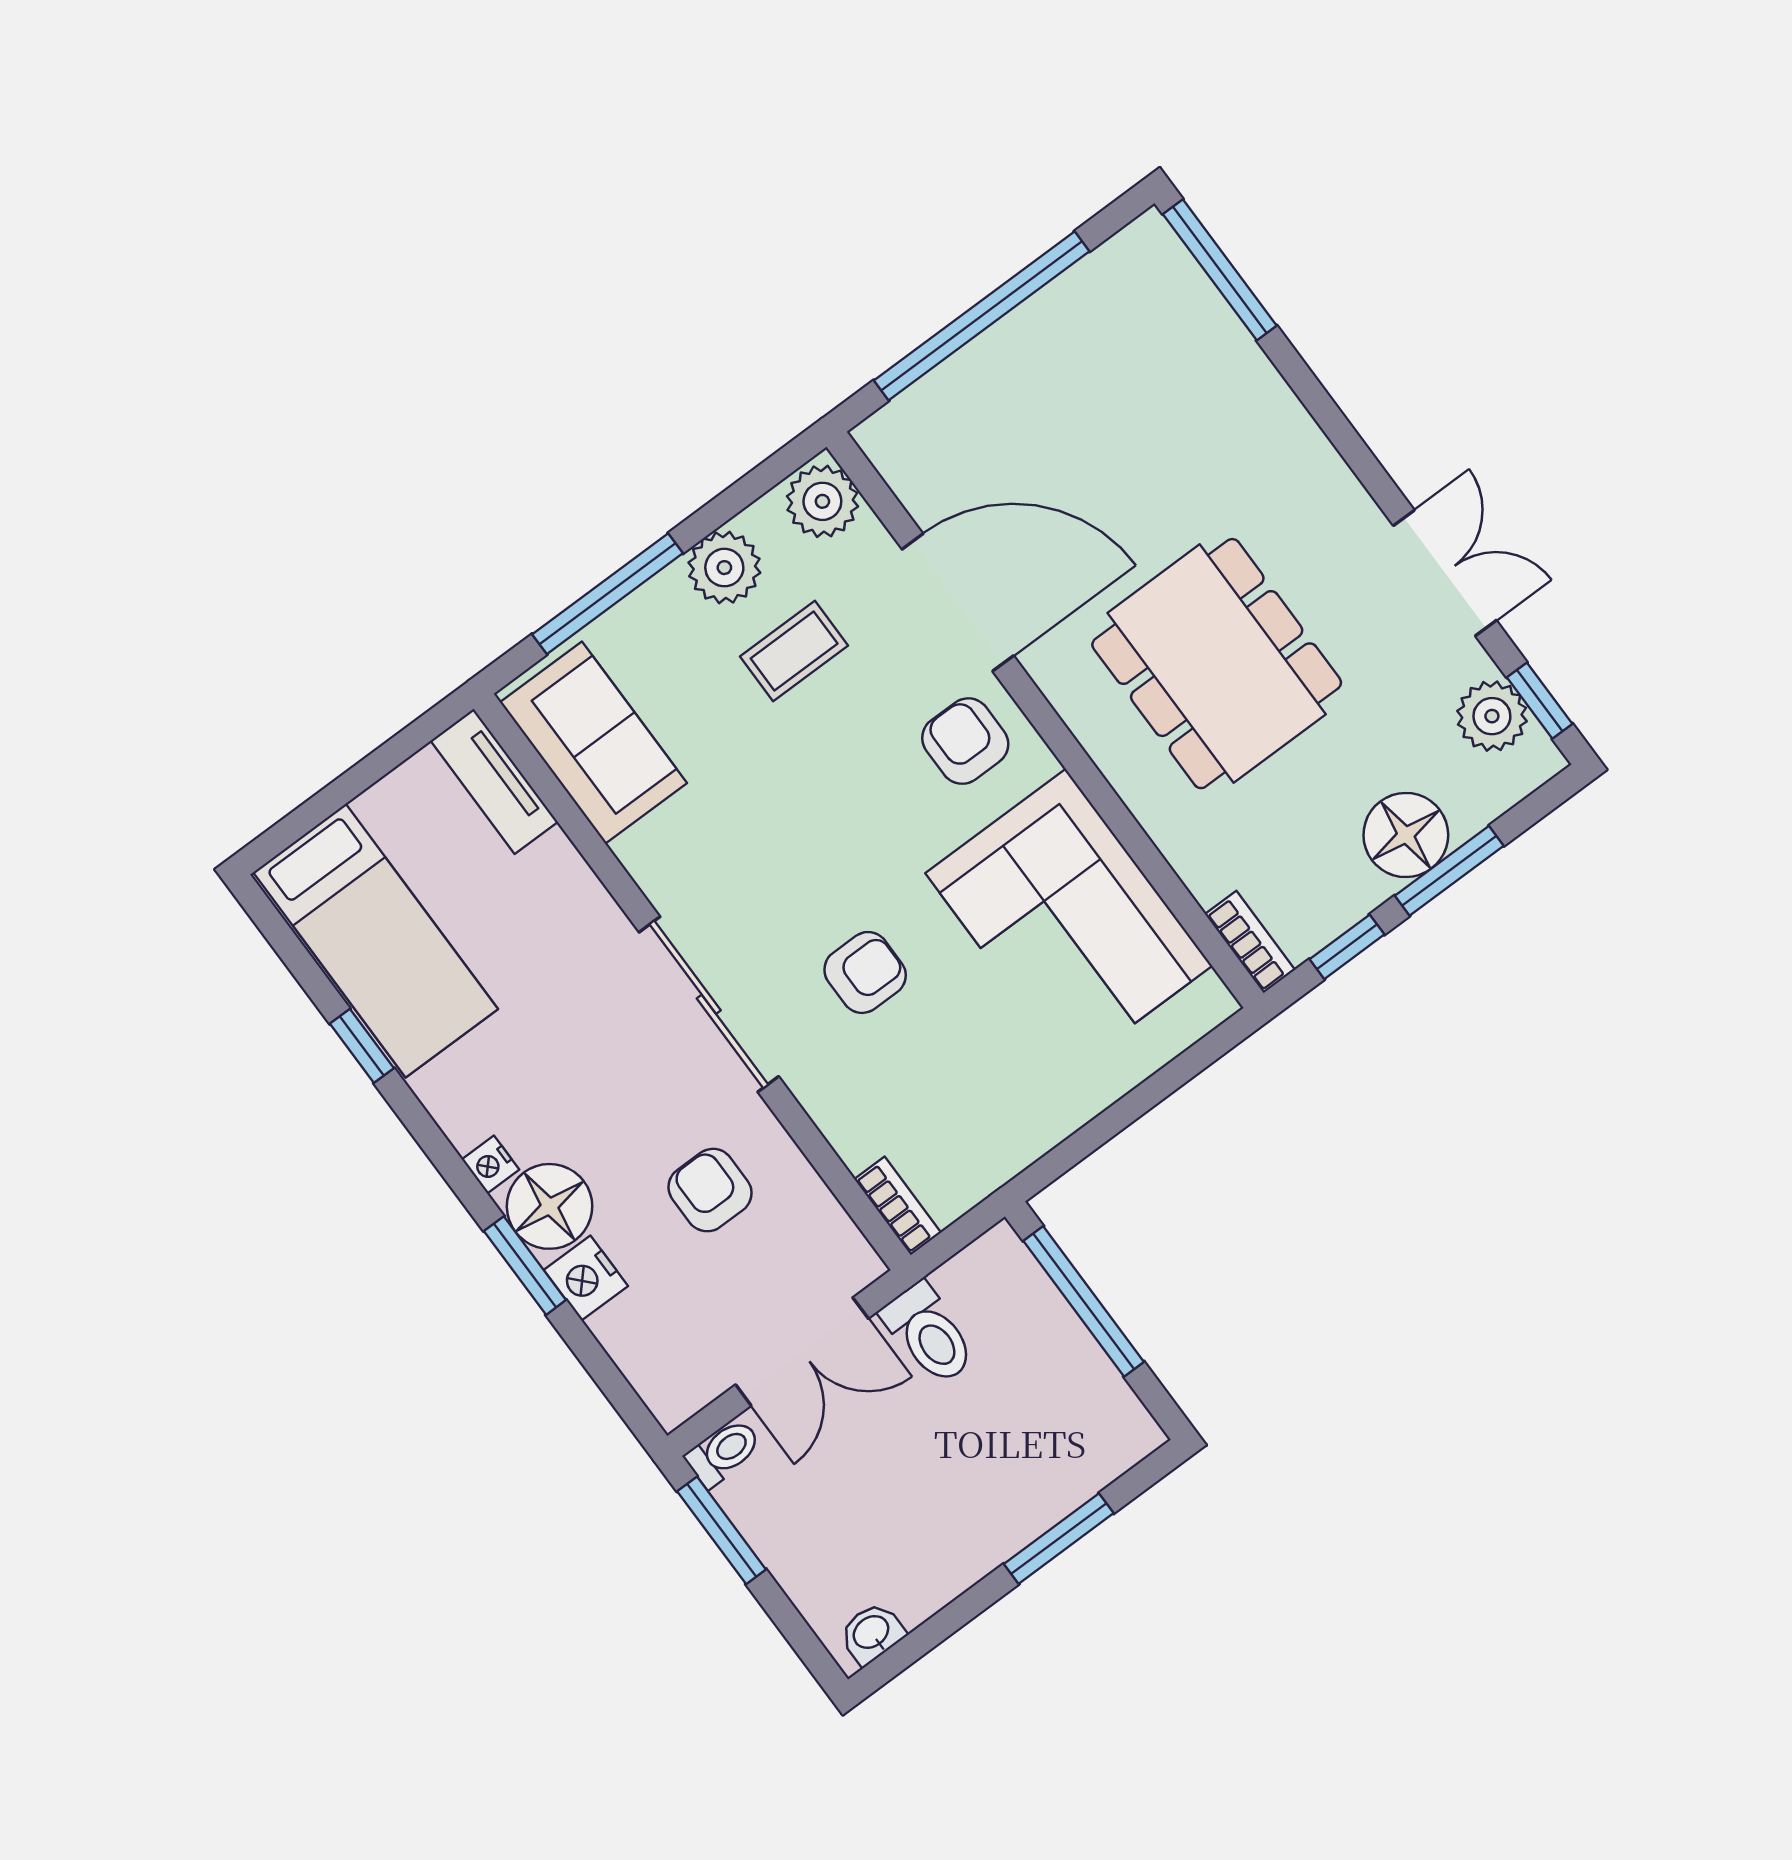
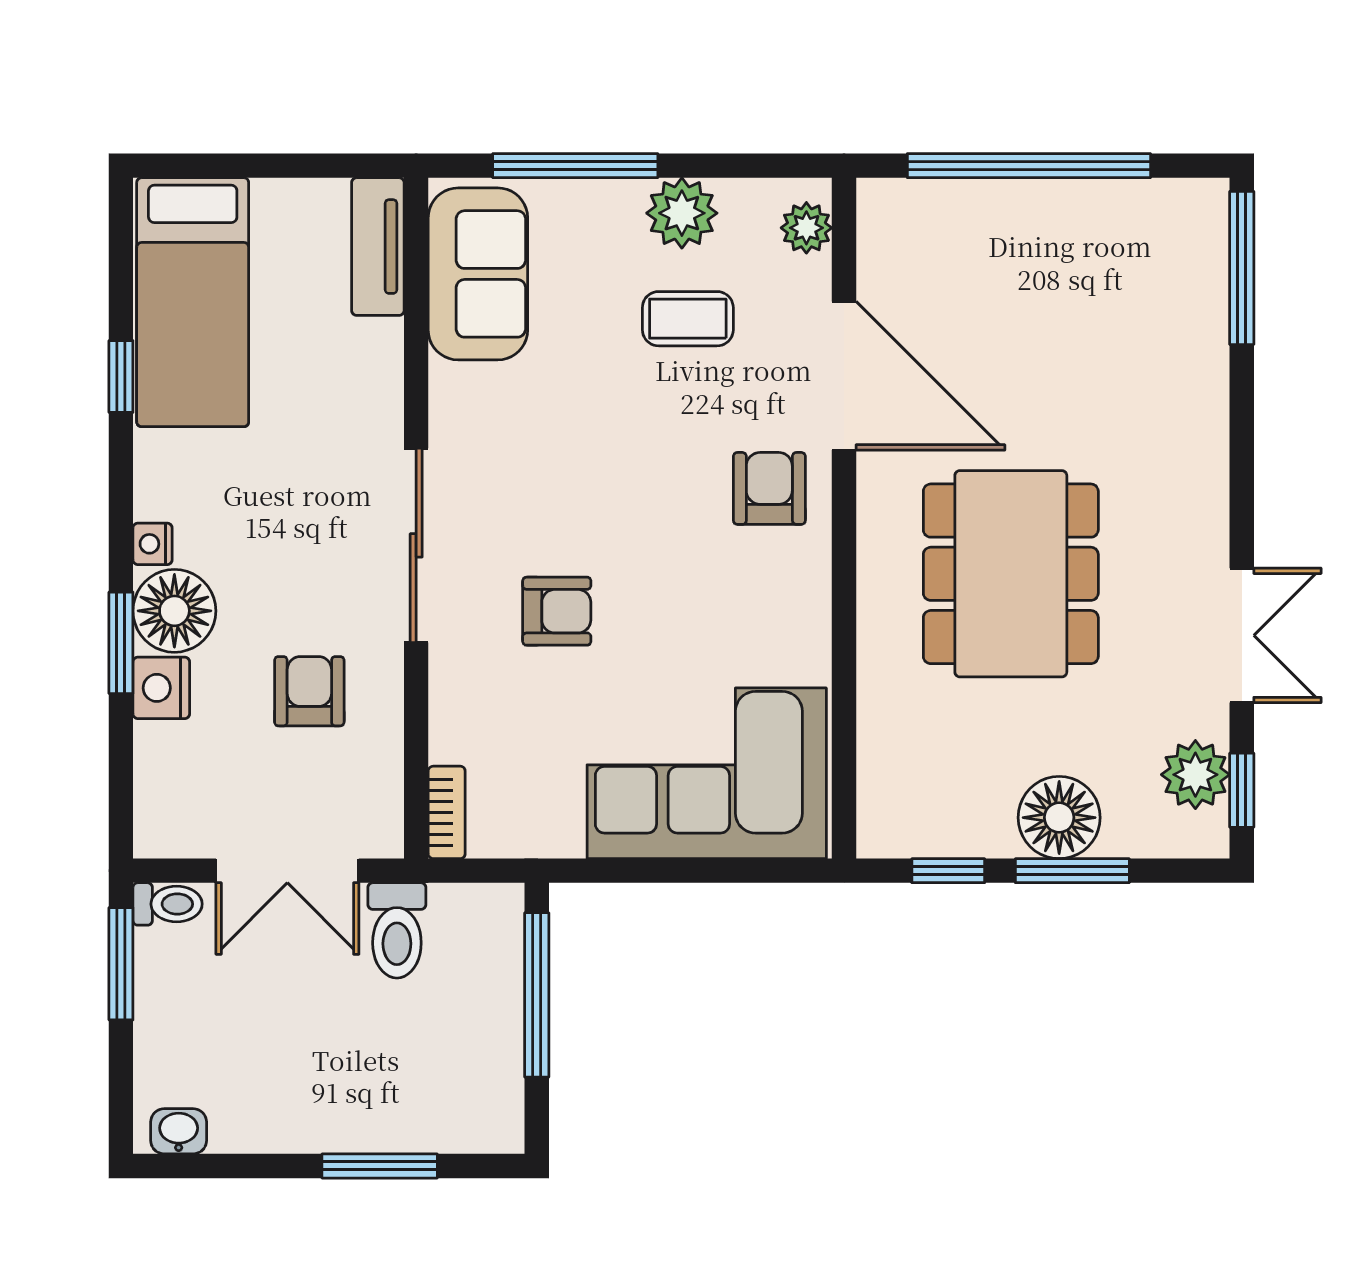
plant: (822, 501) -> (806, 228), width x0.73, depth x0.73
corner sofa: (1069, 919) -> (707, 773), moved, turned 90
bookcase: (1250, 942) -> (875, 811), removed

